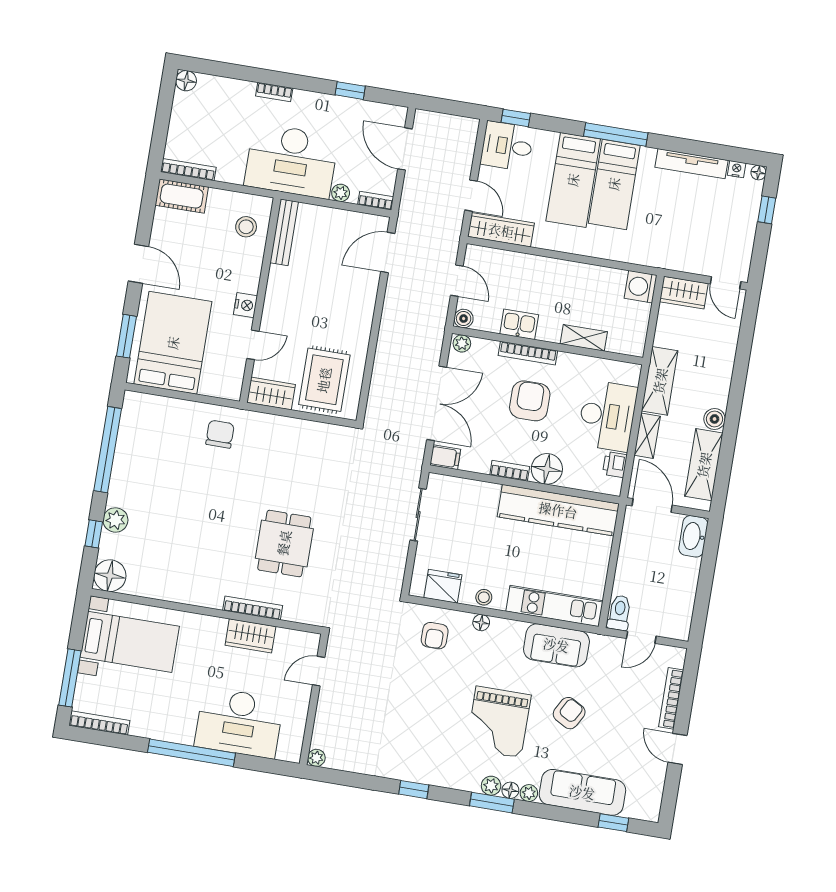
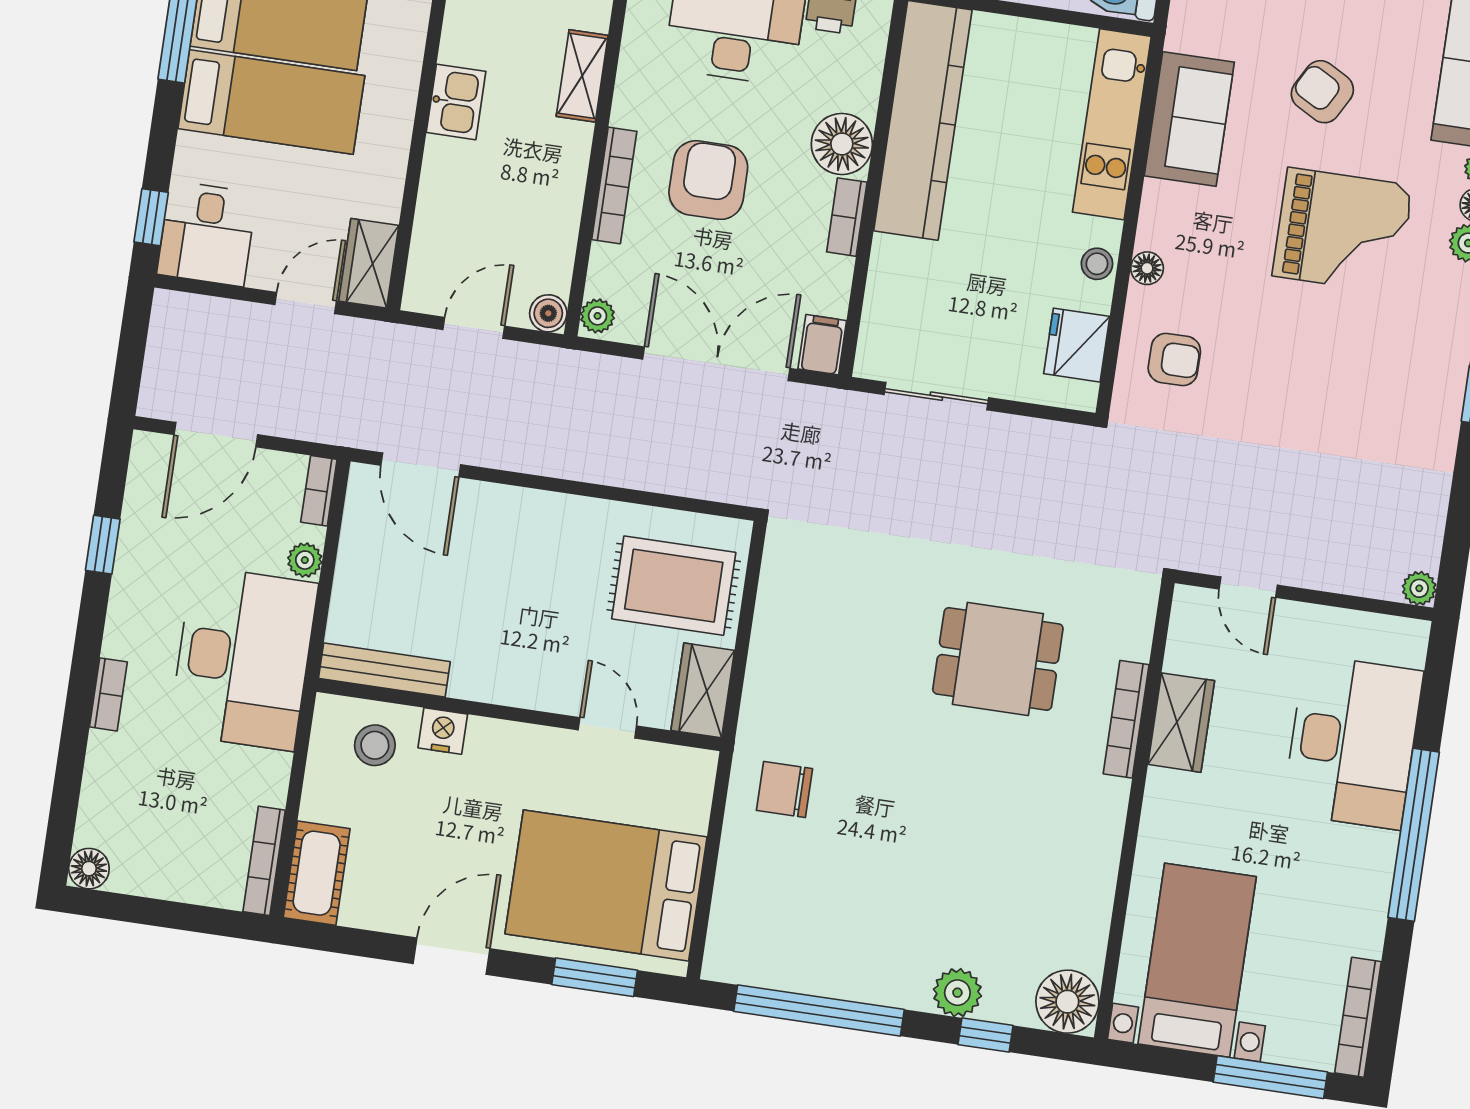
wardrobe: (501, 230) -> (369, 263), width x0.67
nightstand: (245, 305) -> (443, 731), moved
kitchen sink: (519, 324) -> (456, 102), moved, turned 180
armchair: (530, 401) -> (708, 180), turned 90

